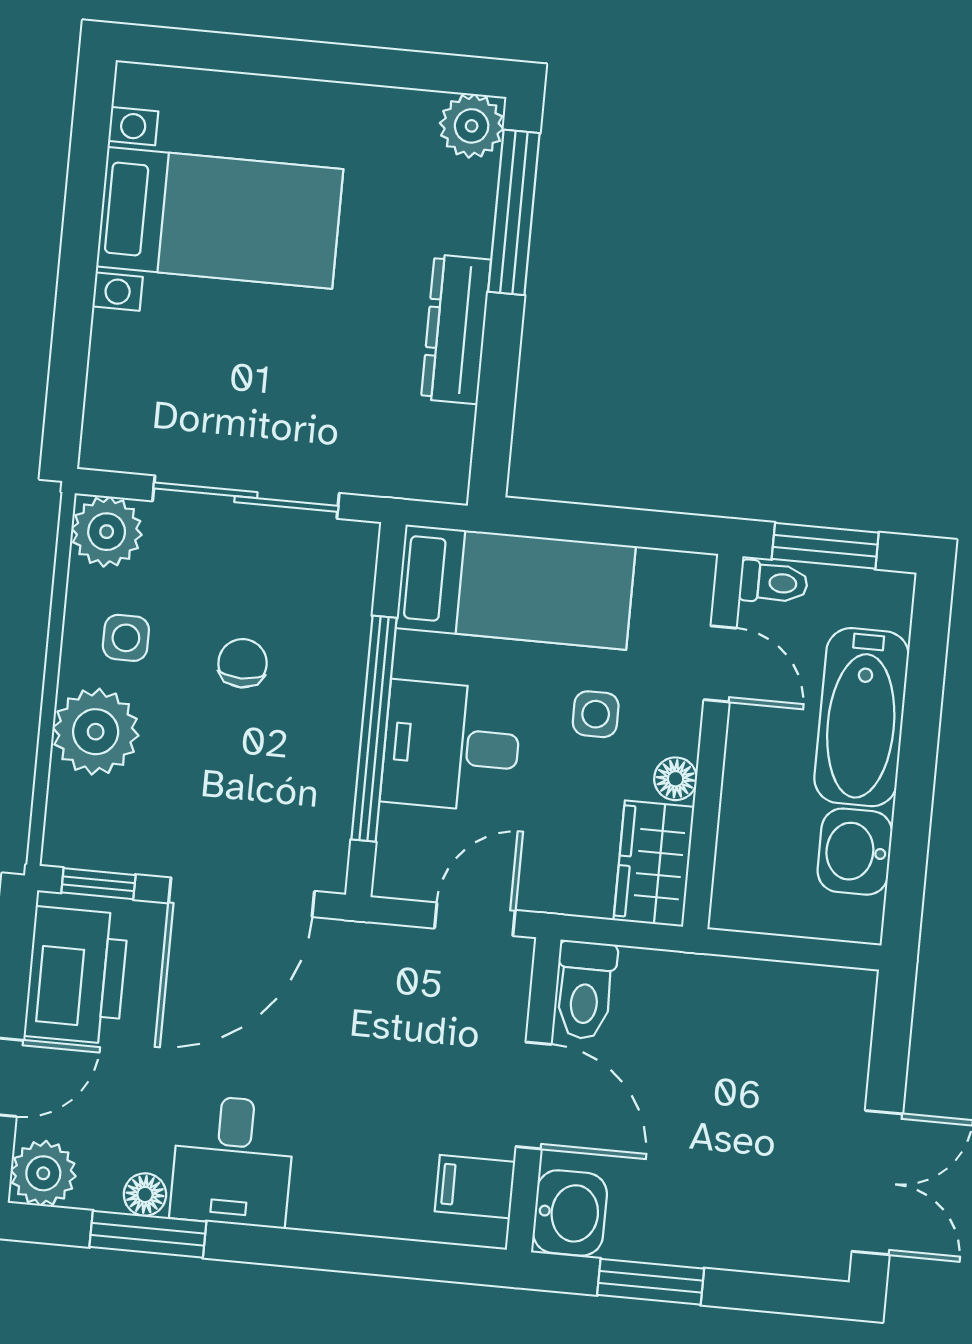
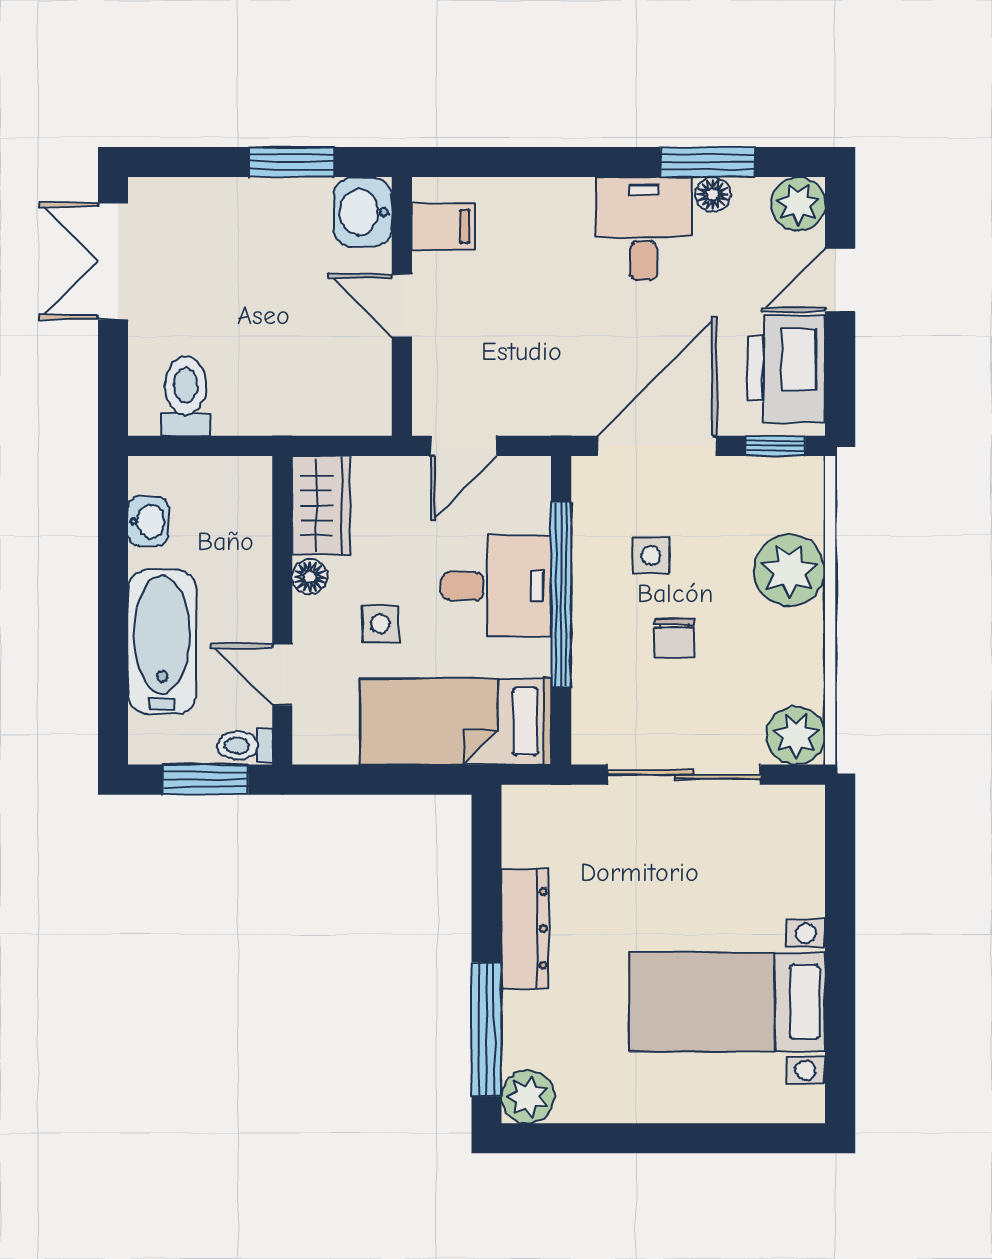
side table: (126, 638) -> (651, 555), moved
washbasin: (855, 852) -> (148, 521), width x0.72, depth x0.69
toilet: (585, 990) -> (186, 396), moved
door: (534, 1095) -> (402, 306), width x0.73

